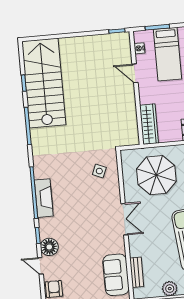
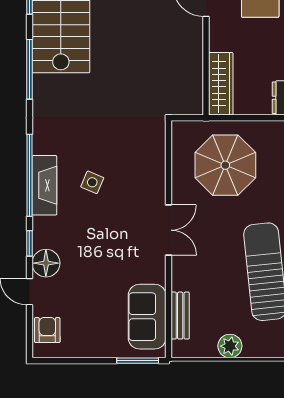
side table: (99, 171) -> (92, 182), moved

